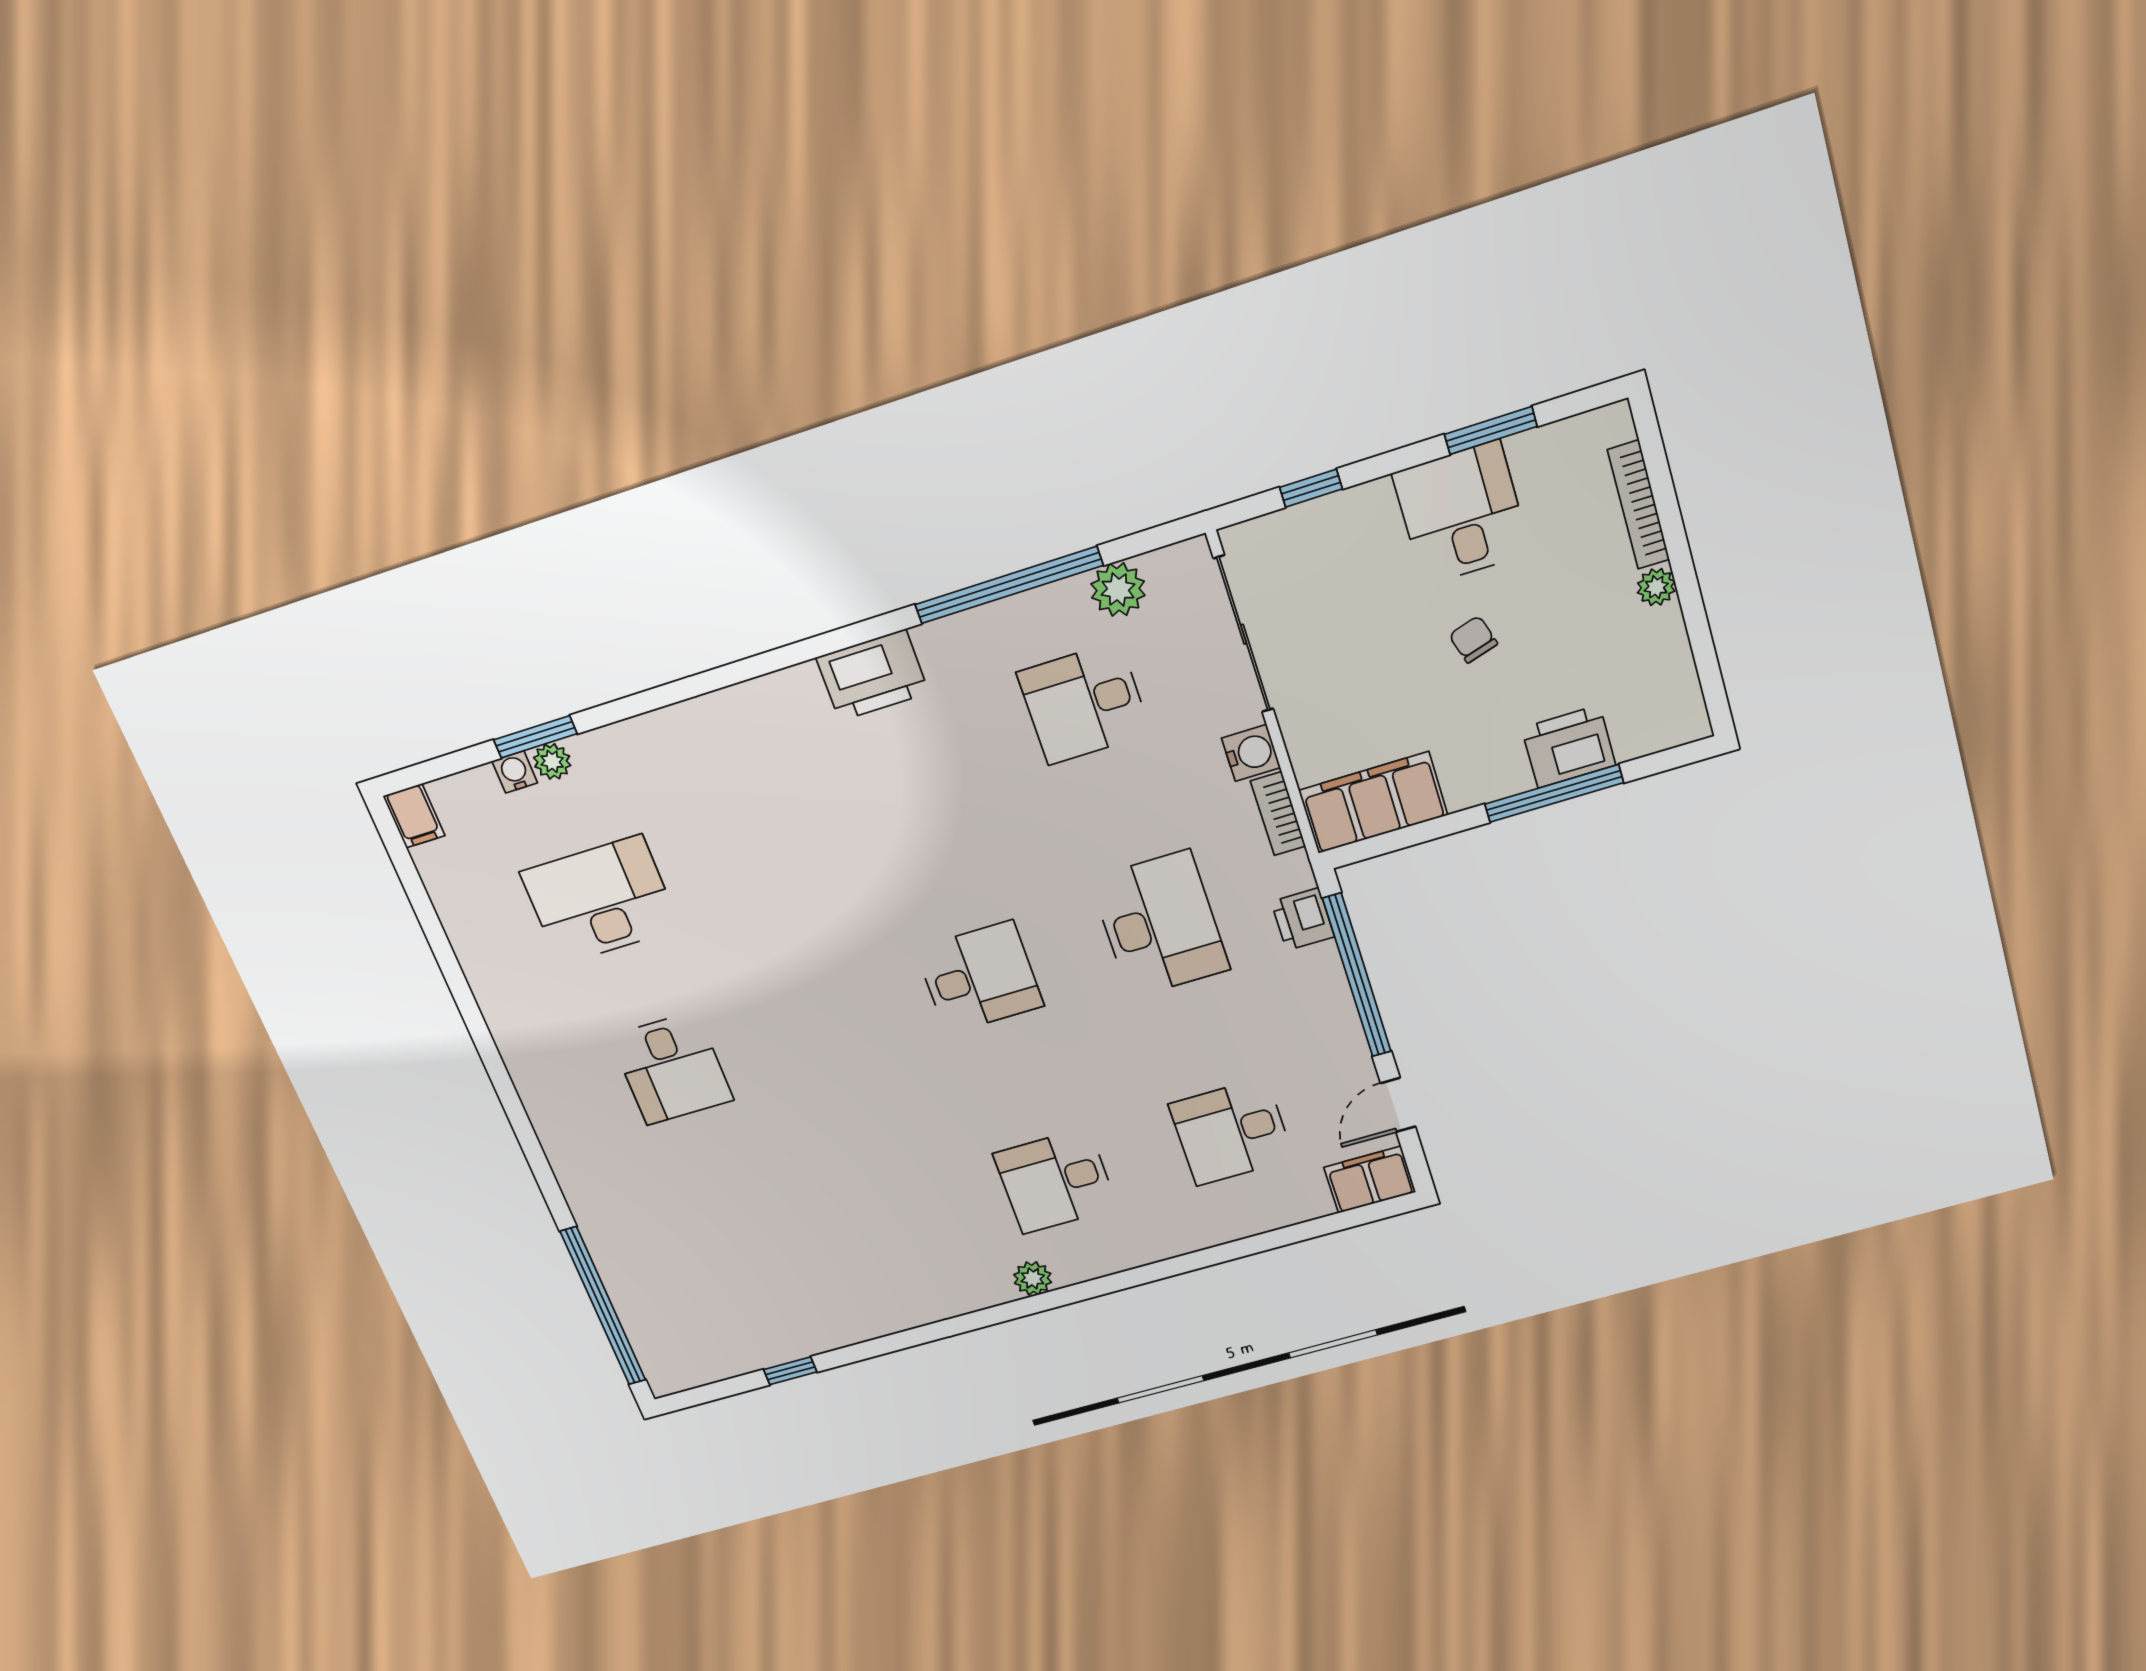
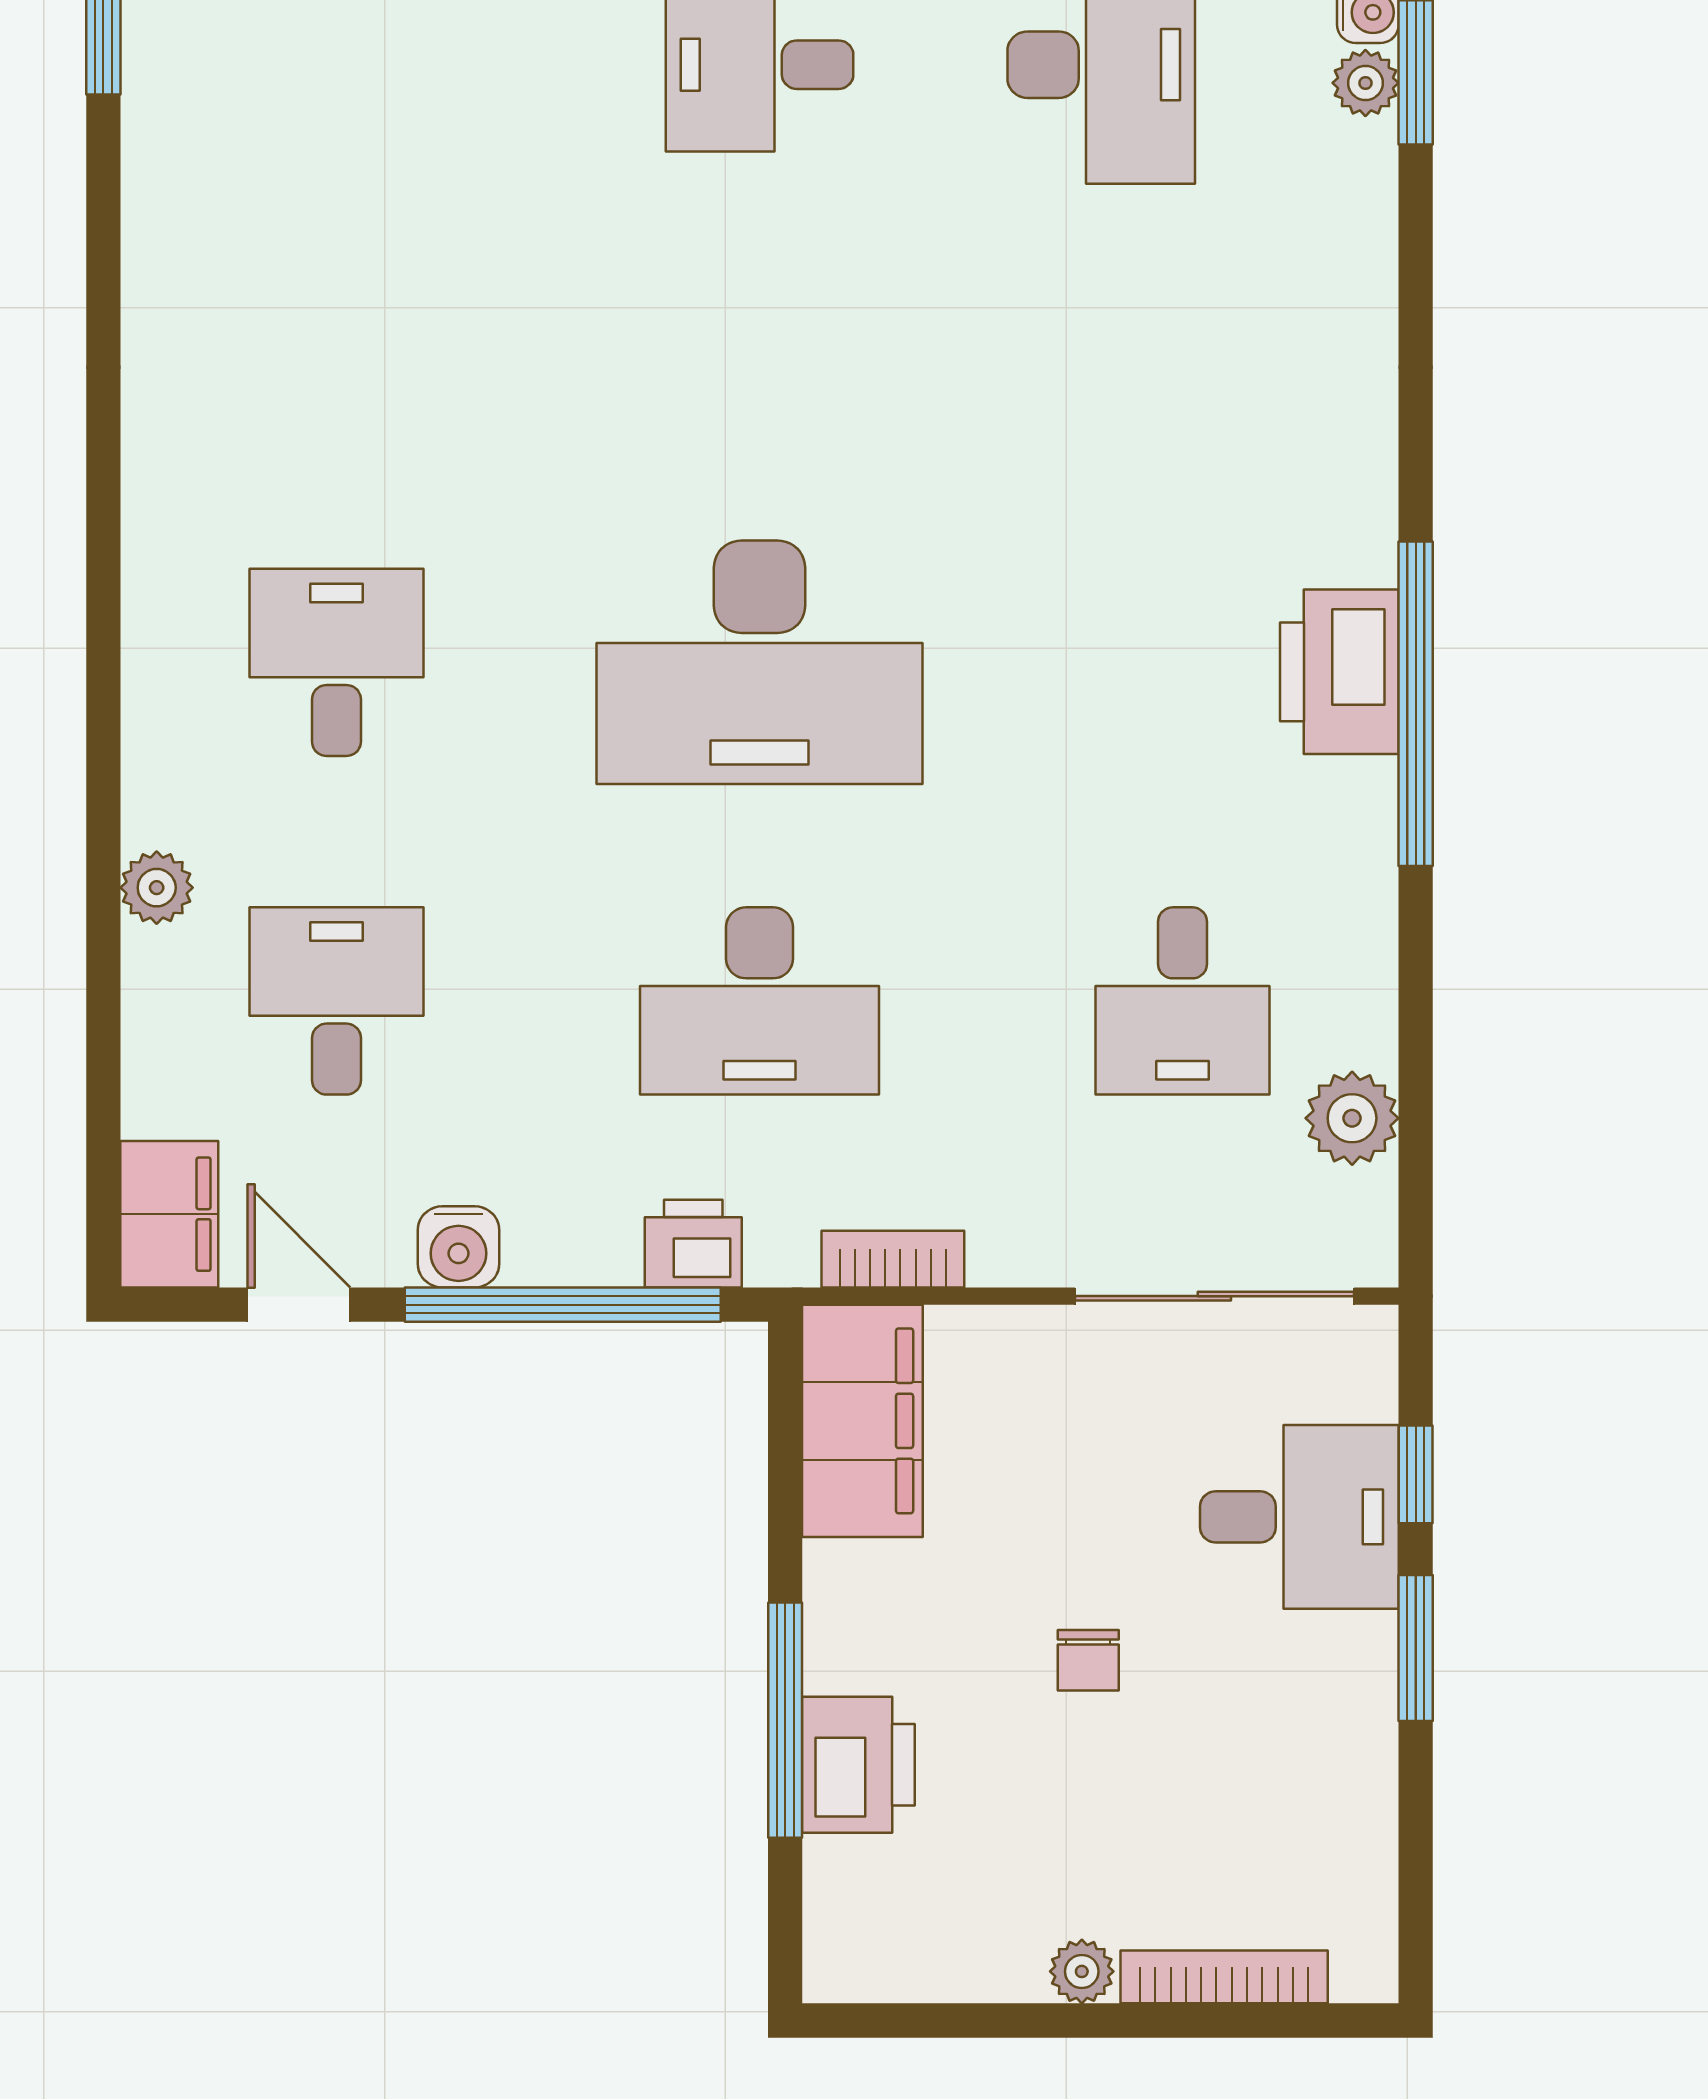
window: (1491, 430) -> (1416, 1648), moved
desk: (1461, 513) -> (1299, 1517), moved
window: (1009, 585) -> (1416, 704), moved
chair: (1473, 639) -> (1088, 1660), turned 107
desk: (1084, 703) -> (1183, 1001), turned 180
water cooler: (1251, 753) -> (459, 1247), moved
desk: (980, 977) -> (759, 662), width x1.87, depth x1.30
plant: (1033, 1278) -> (157, 888), moved

